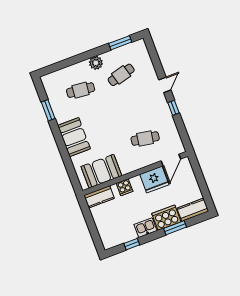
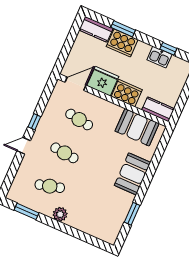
cafe table: (81, 90) -> (64, 153), moved
cooker: (125, 187) -> (127, 93), width x1.87, depth x1.31
kitchen sink: (146, 228) -> (159, 57), moved

